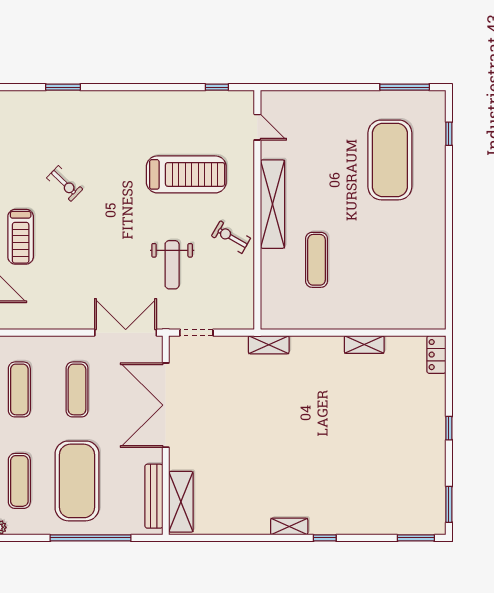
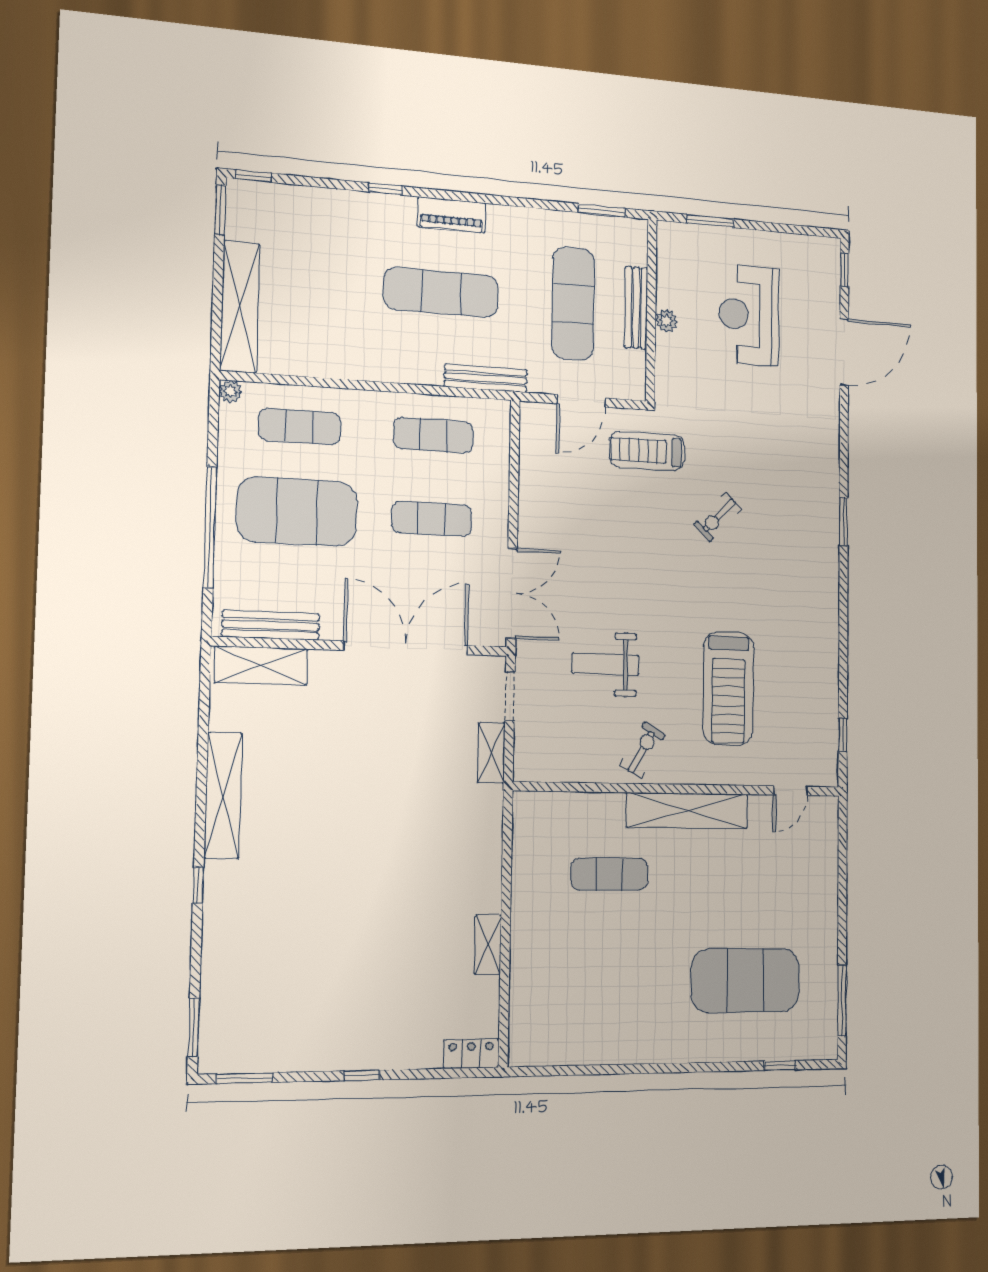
shelving: (269, 345) -> (491, 753), moved
shelving: (289, 527) -> (223, 796), width x2.20, depth x1.33

